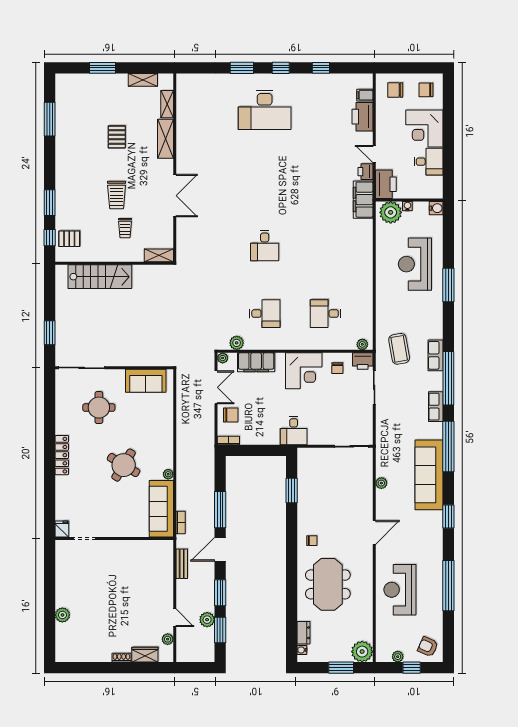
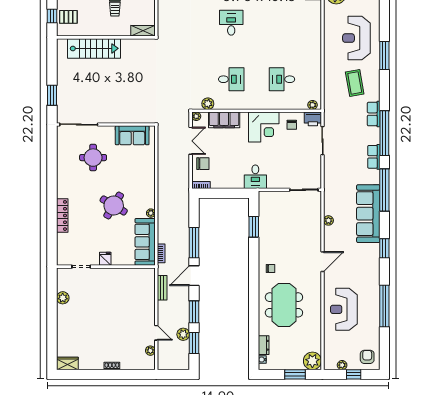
desk: (265, 246) -> (231, 23), turned 180
coffee table: (399, 349) -> (355, 83), moved
locker: (62, 455) -> (62, 215), moved
fridge: (62, 529) -> (105, 259), moved
plant: (62, 615) -> (63, 298), moved
armchair: (428, 647) -> (367, 357), turned 66
wardrobe: (145, 655) -> (67, 363), moved

